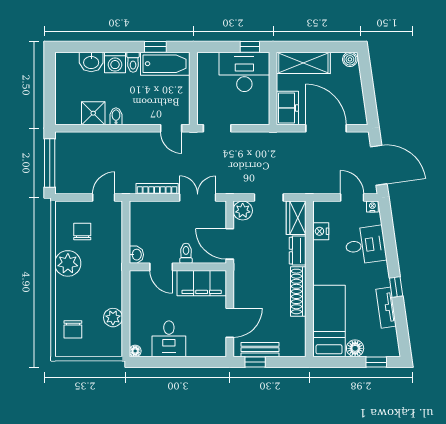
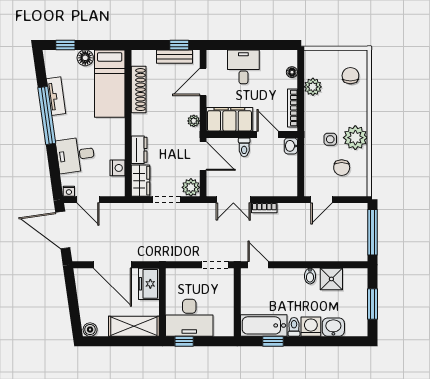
window: (50, 87) -> (372, 304), added
bookcase: (157, 189) -> (264, 208), width x0.64
side table: (94, 262) -> (330, 139), added
plant: (240, 281) -> (194, 121), added
window: (396, 287) -> (47, 115), width x3.17
shoe rack: (298, 291) -> (139, 90), moved
bookcase: (134, 295) -> (293, 108), added
desk: (169, 339) -> (243, 67), moved
floor lamp: (135, 351) -> (292, 72), moved

